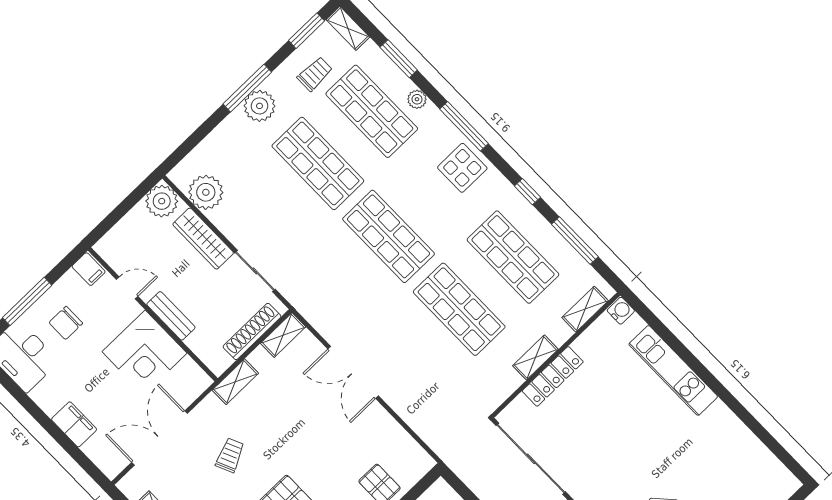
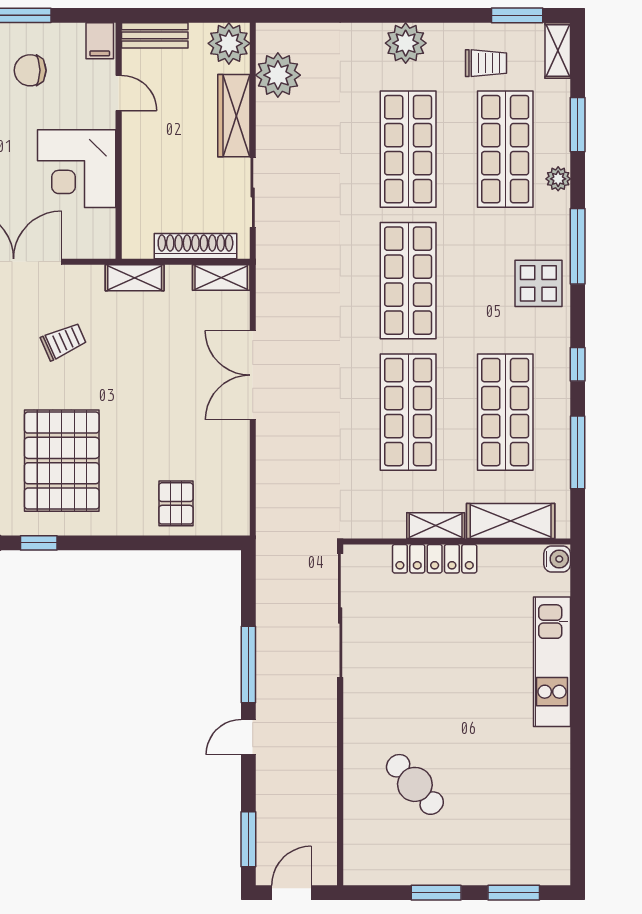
window: (247, 88) -> (410, 15), removed
shelving: (585, 309) -> (511, 521), width x1.50, depth x1.33
bench: (171, 316) -> (155, 35), moved, turned 90

